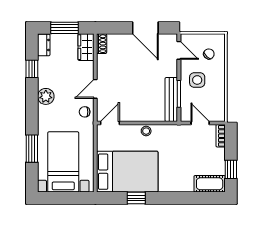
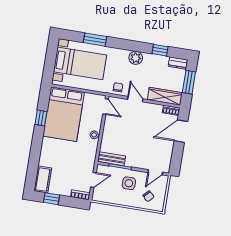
door: (145, 28) -> (181, 131), moved
wardrobe: (86, 47) -> (165, 96), width x1.50
bench: (171, 100) -> (112, 159), width x0.73

